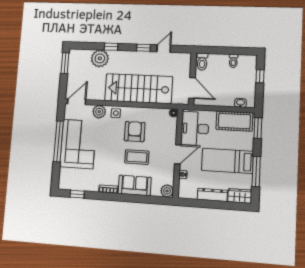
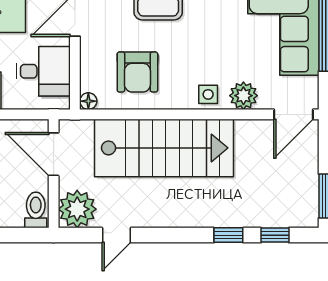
window: (143, 48) -> (275, 235), moved
plant: (100, 58) -> (77, 209), moved
desk: (195, 129) -> (43, 71), width x0.73
armchair: (135, 132) -> (137, 72), moved

